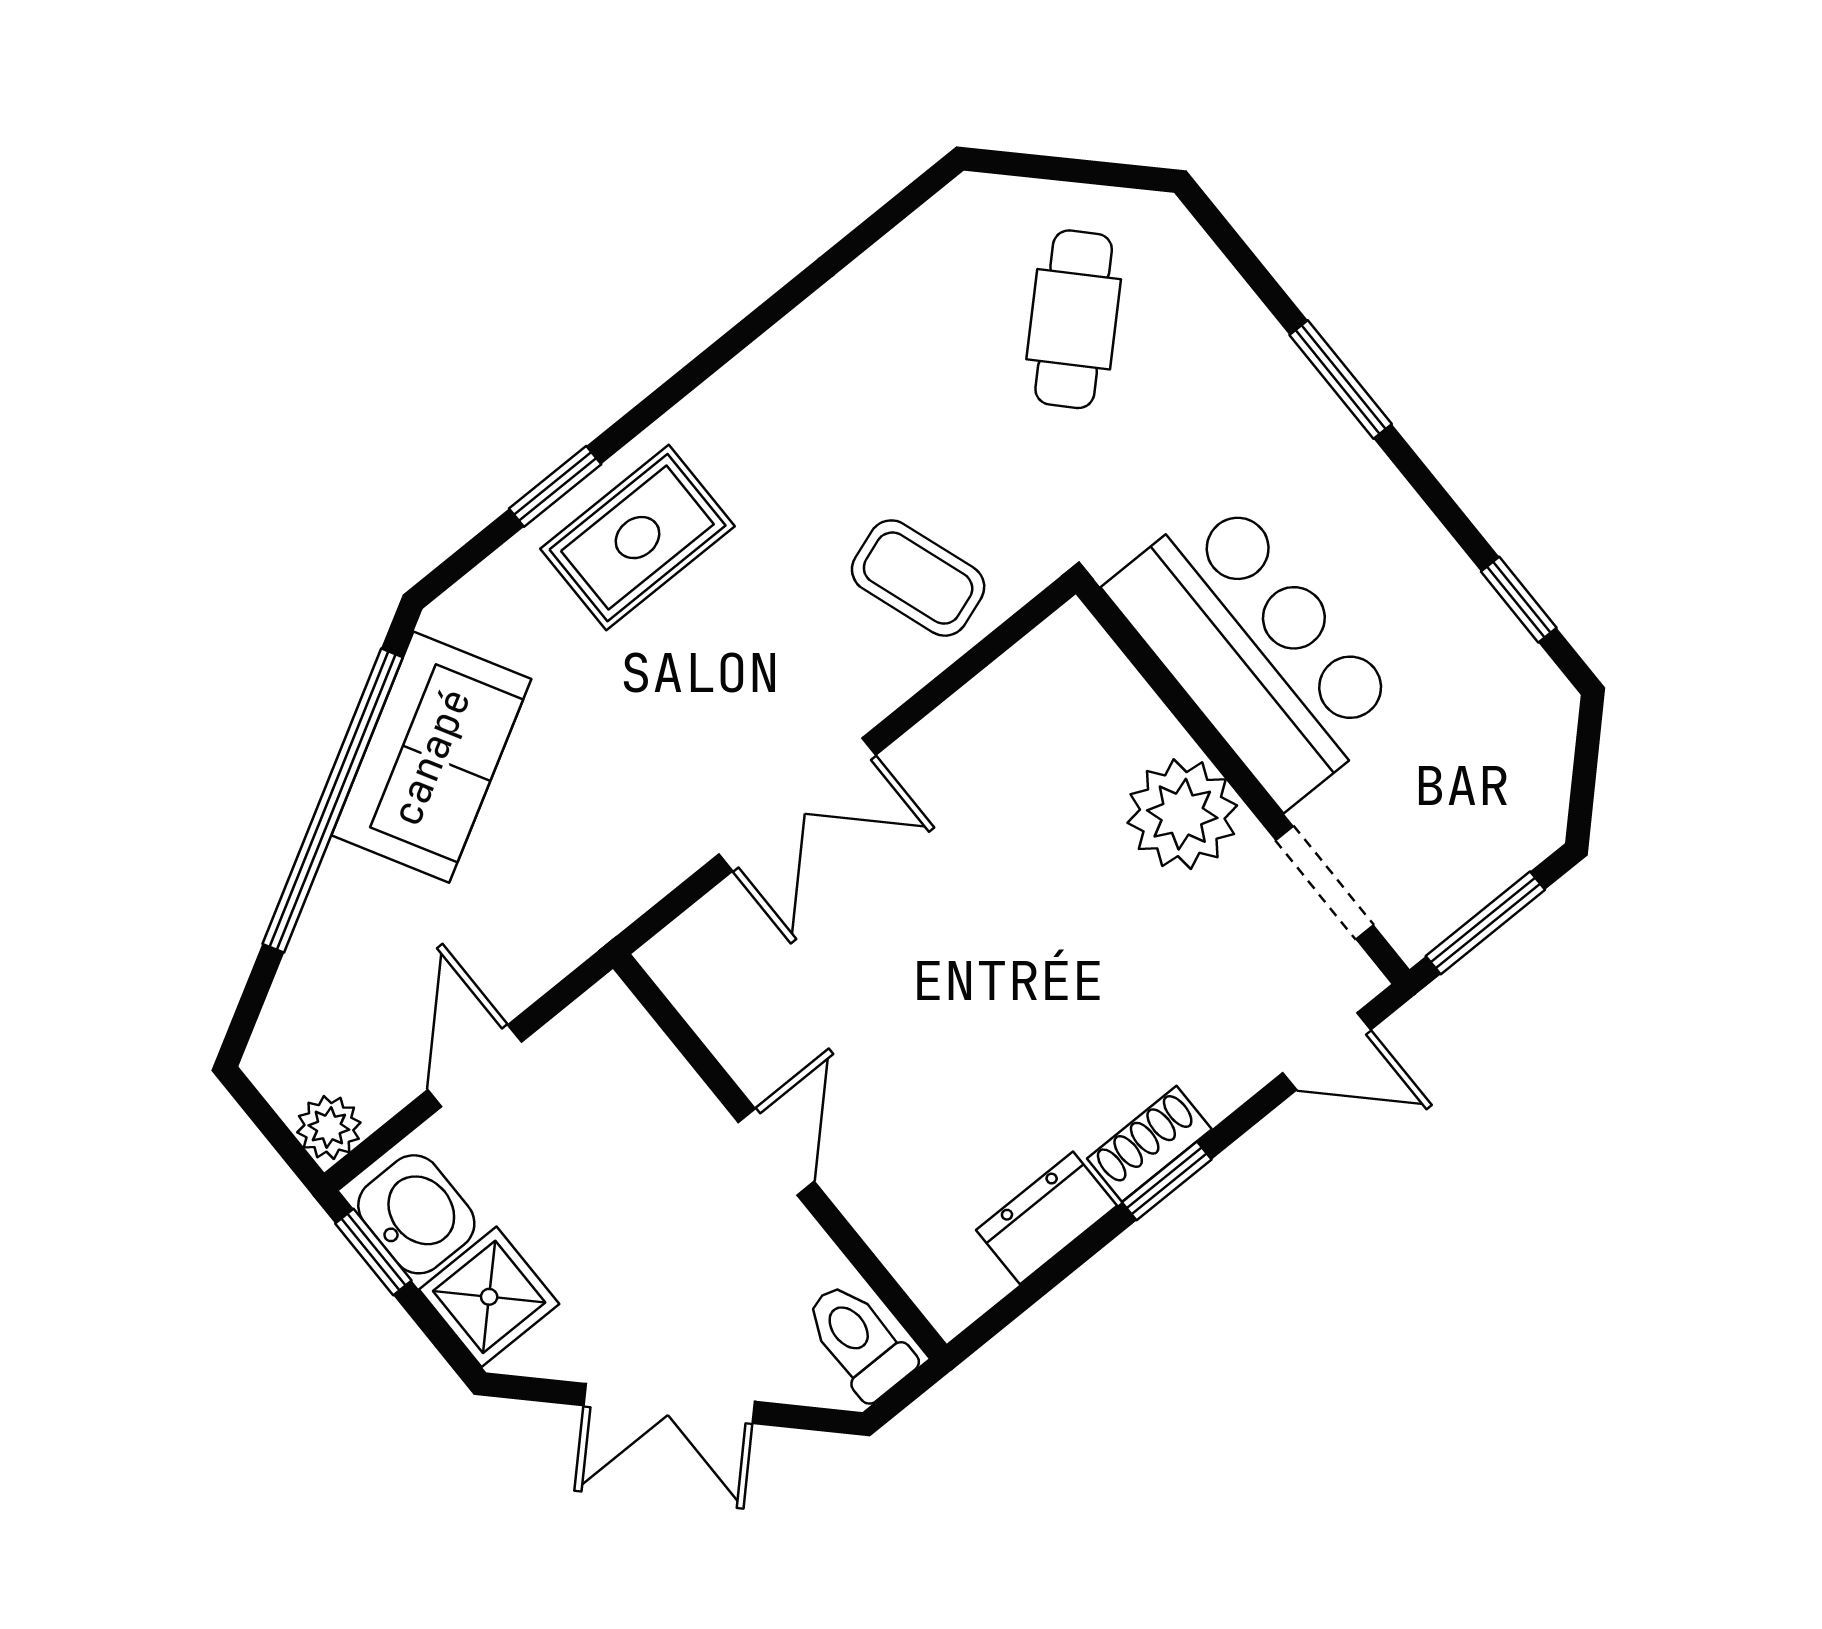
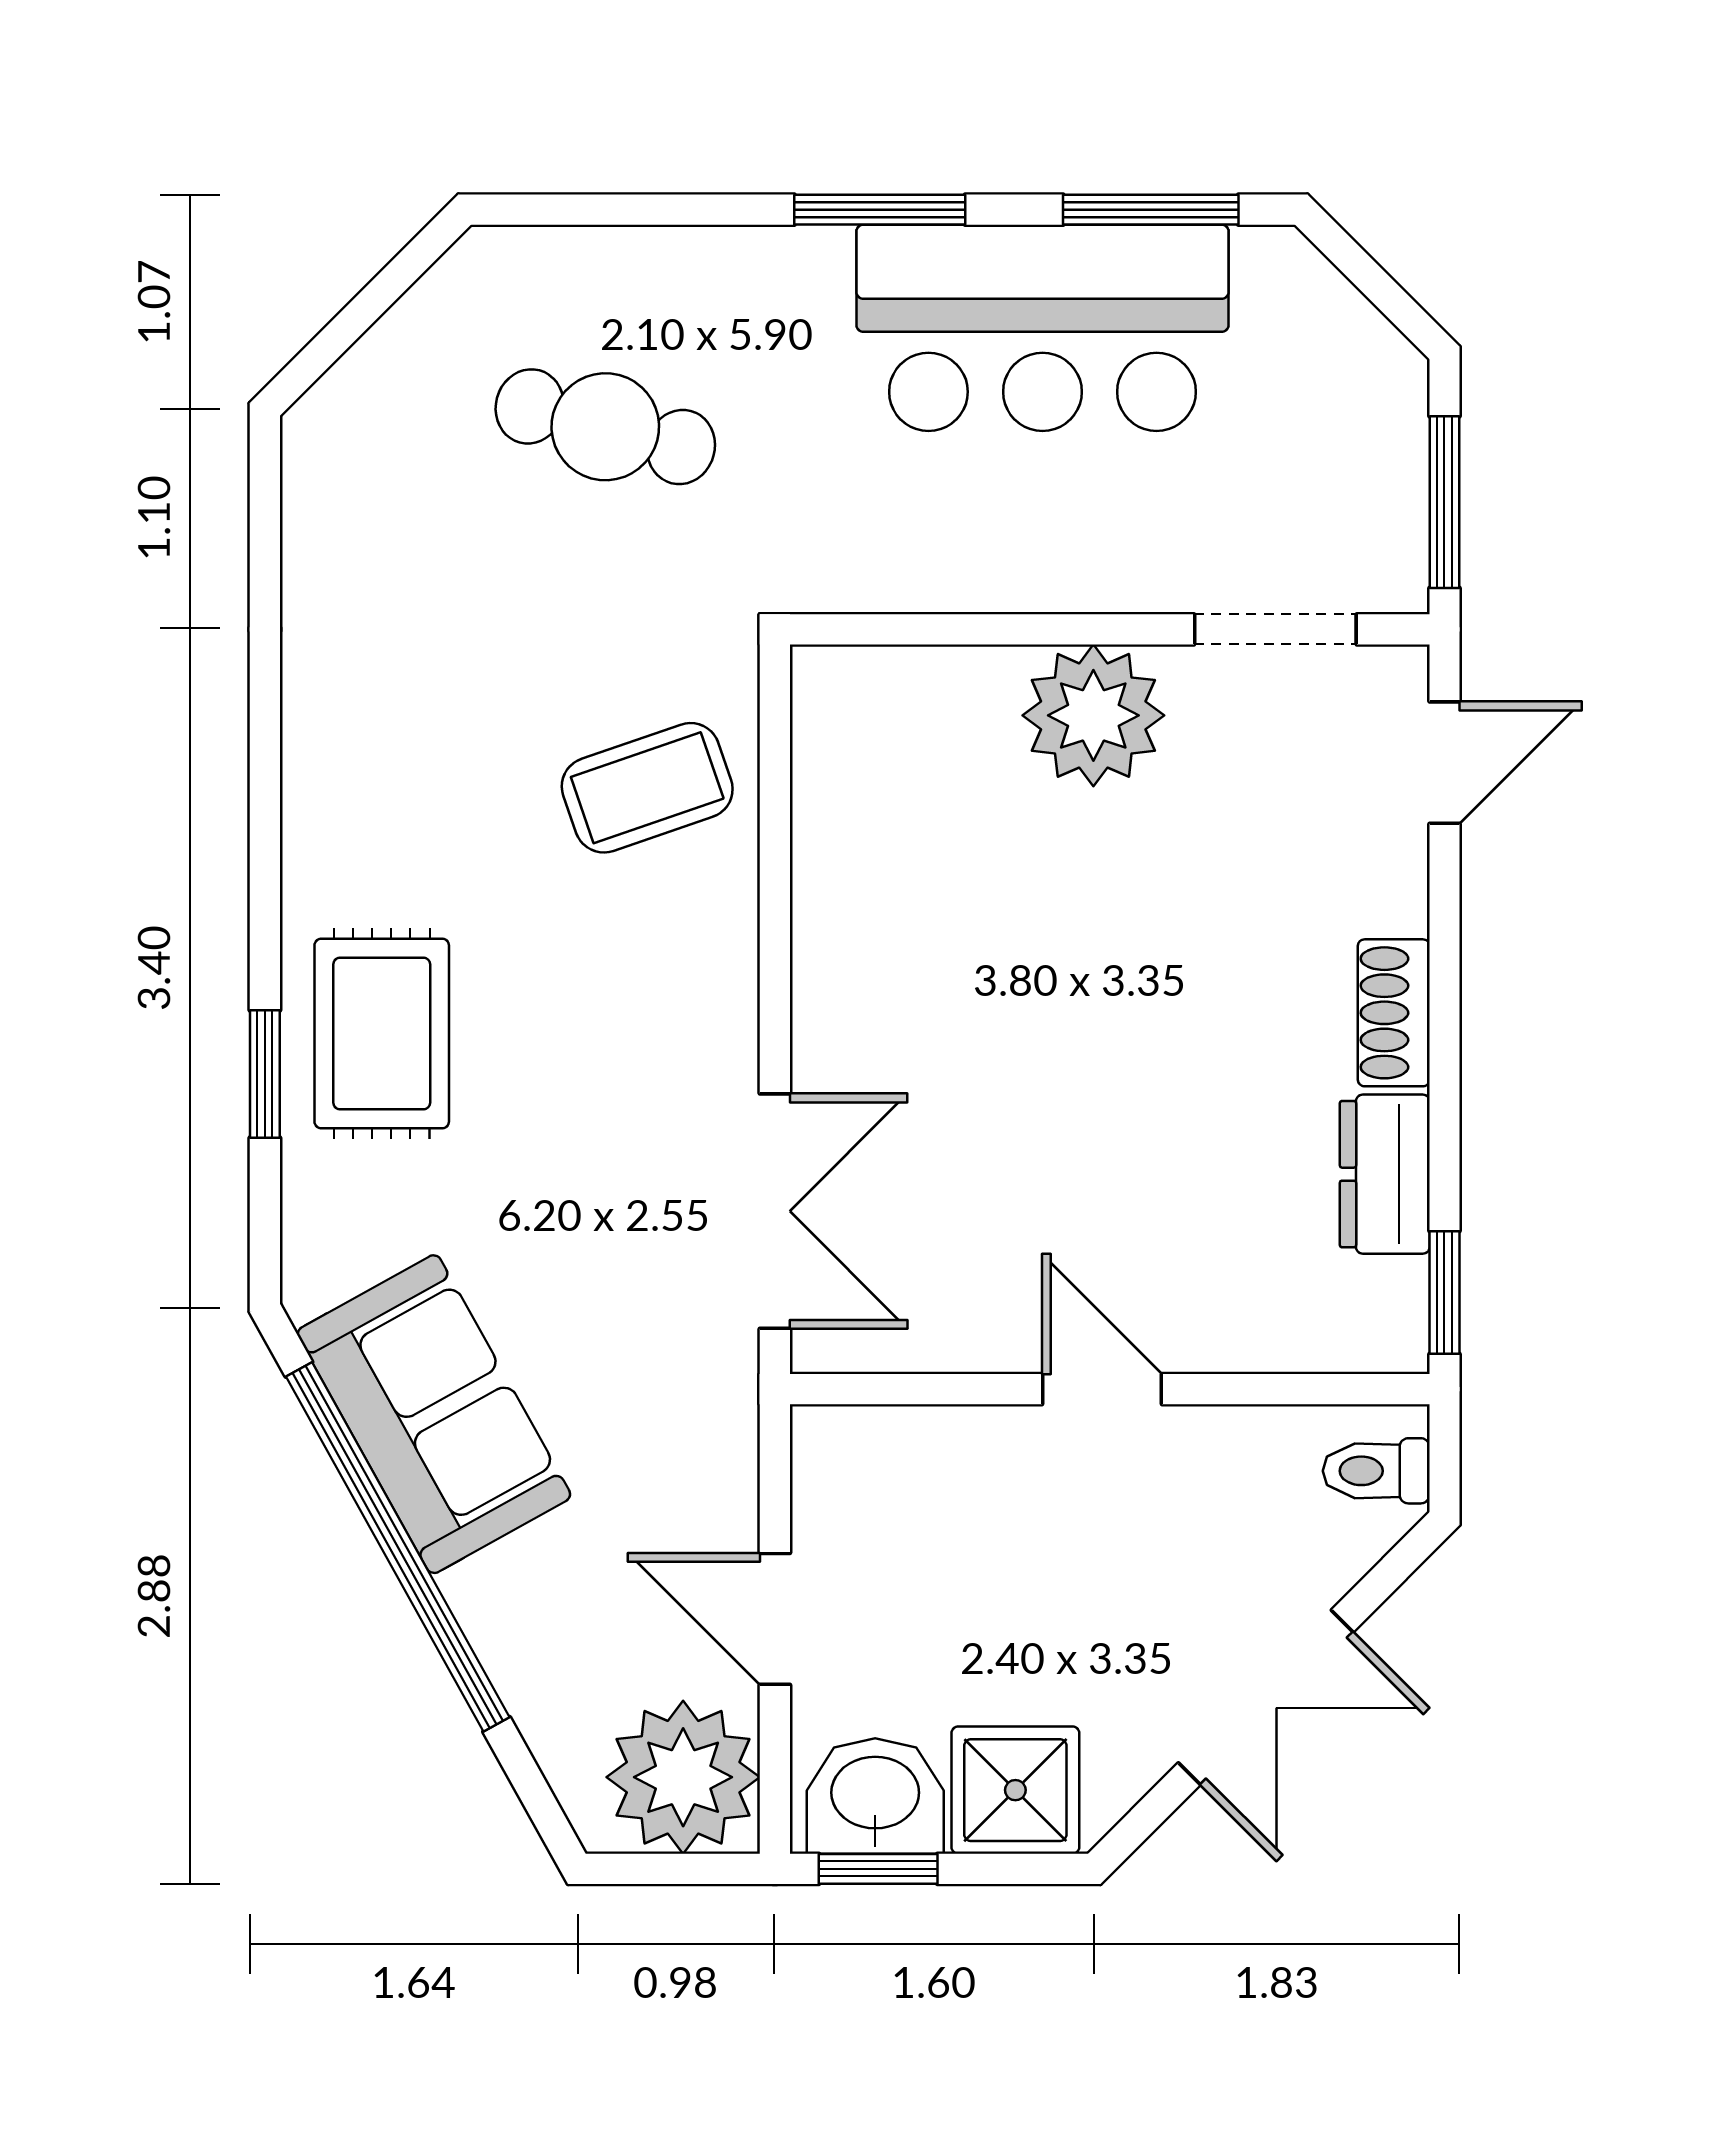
cafe table: (1074, 319) -> (605, 427), moved, turned -31
window: (1341, 380) -> (880, 210), moved
window: (1519, 600) -> (1151, 210), width x1.50
bar counter: (1255, 649) -> (1042, 328), moved, turned 180
double door: (797, 805) -> (775, 1211), moved
plant: (329, 1127) -> (683, 1777), width x1.88, depth x1.88
window: (1167, 1181) -> (1444, 1293), moved
toilet: (859, 1340) -> (1376, 1471), width x0.73, depth x0.72

